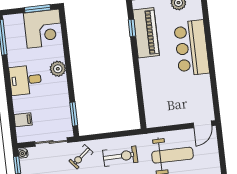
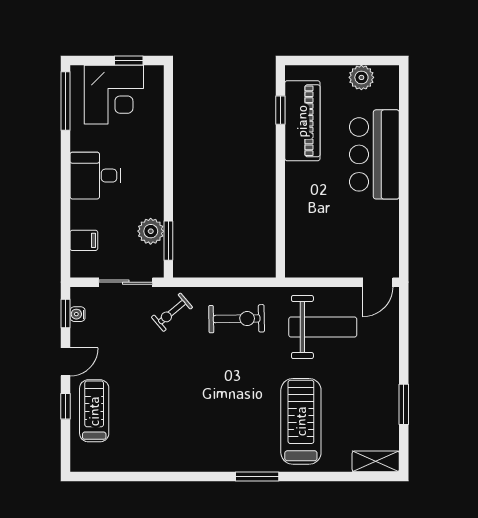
window: (37, 9) -> (129, 60), width x0.67
corner desk: (43, 29) -> (114, 95), moved
plant: (58, 69) -> (151, 231), moved
water cooler: (23, 153) -> (78, 314), moved

